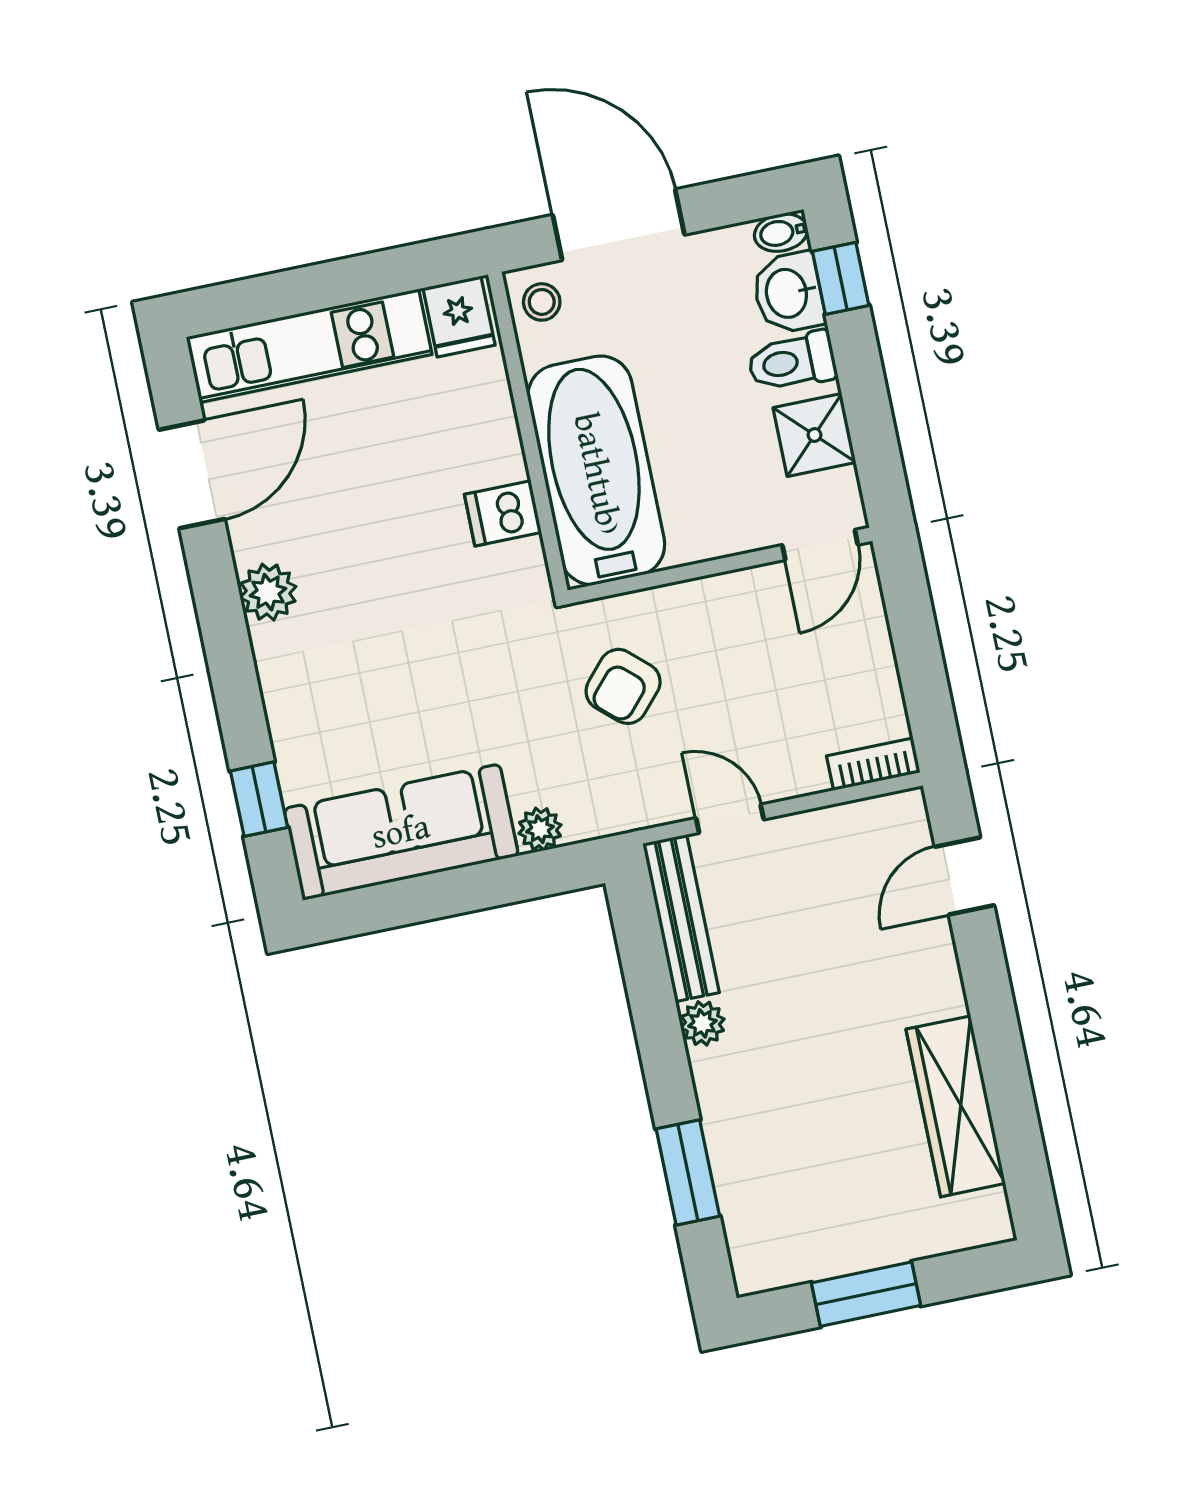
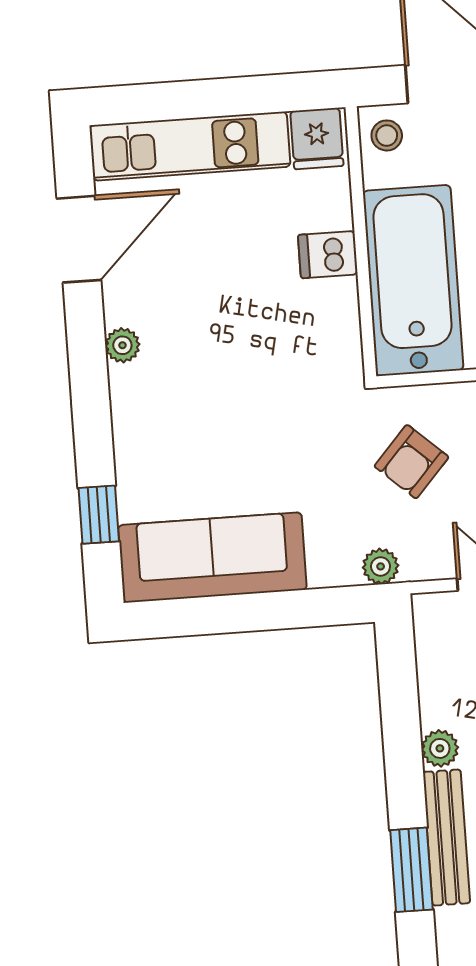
dishwasher: (503, 513) -> (328, 255), moved
plant: (268, 592) -> (122, 345), width x0.73, depth x0.73
plant: (540, 829) -> (381, 566), moved
bench: (681, 918) -> (447, 838), moved

